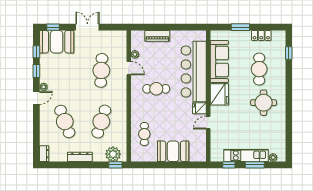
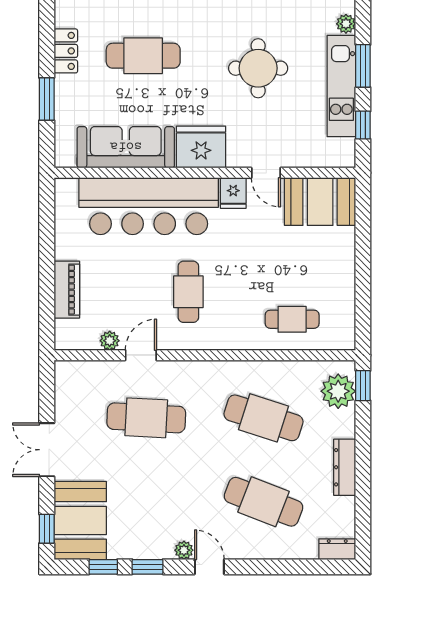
round table: (264, 103) -> (258, 68), moved
cafe table: (65, 122) -> (264, 502), turned 42
booth: (173, 151) -> (320, 202), moved, turned 90

